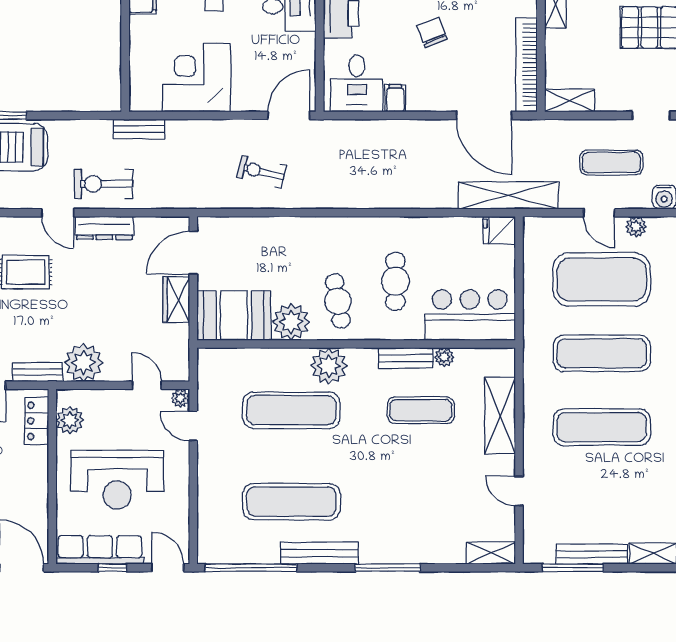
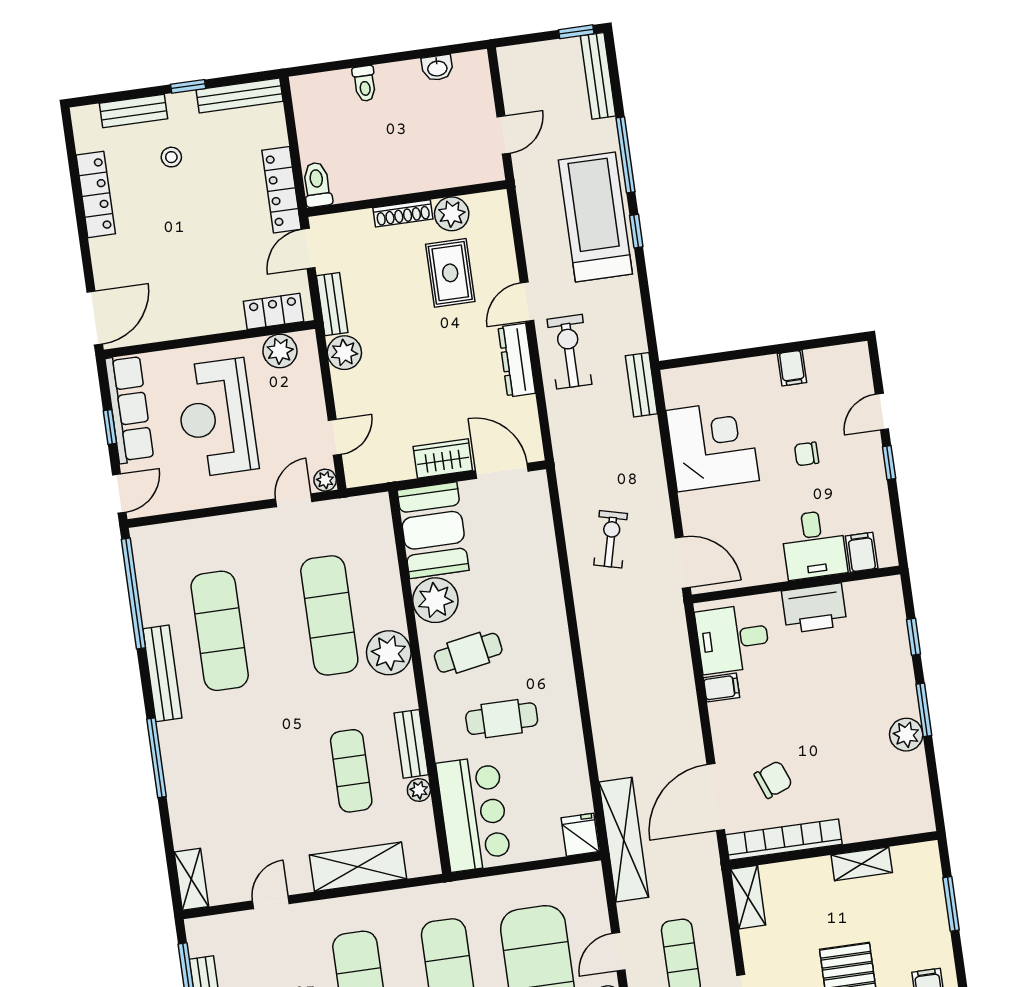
chair: (432, 32) -> (773, 780), moved
plant: (84, 363) -> (344, 353), width x0.73, depth x0.73

